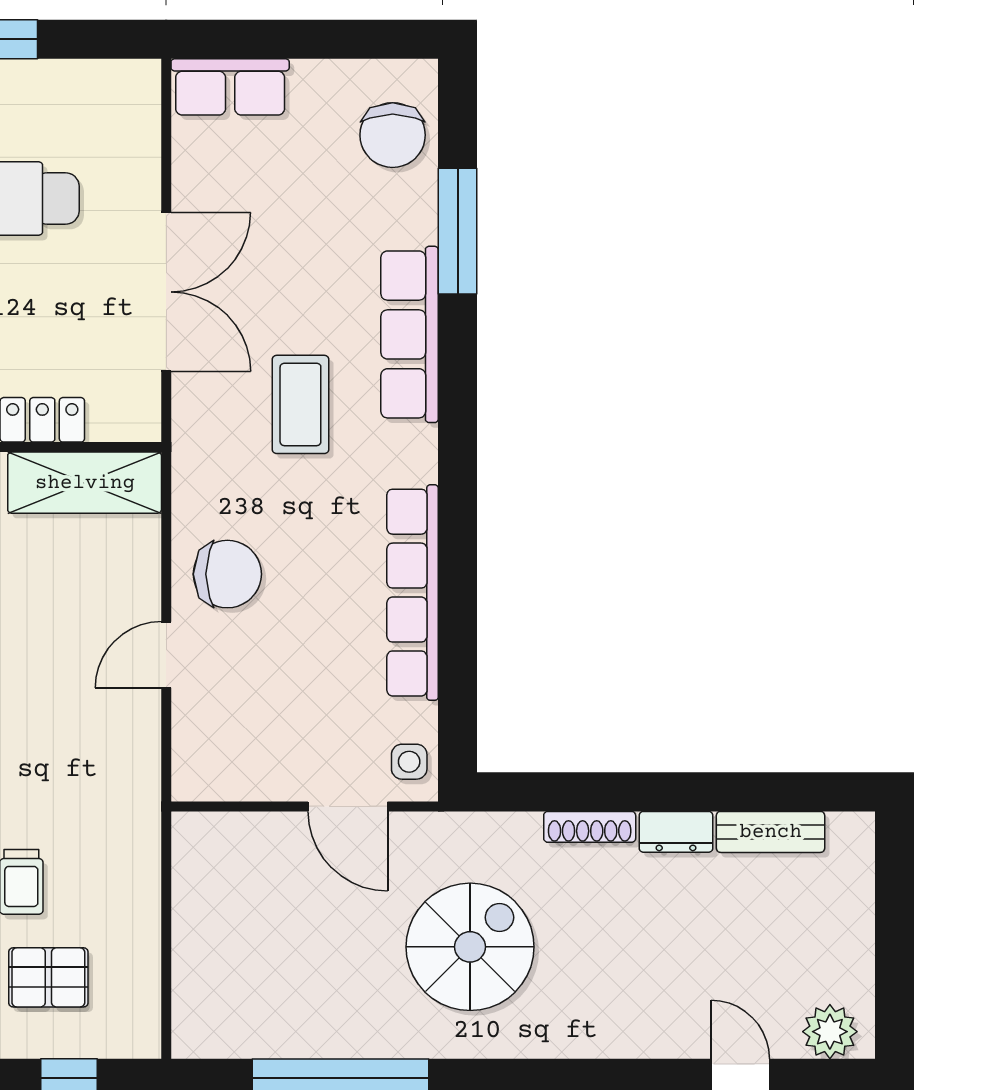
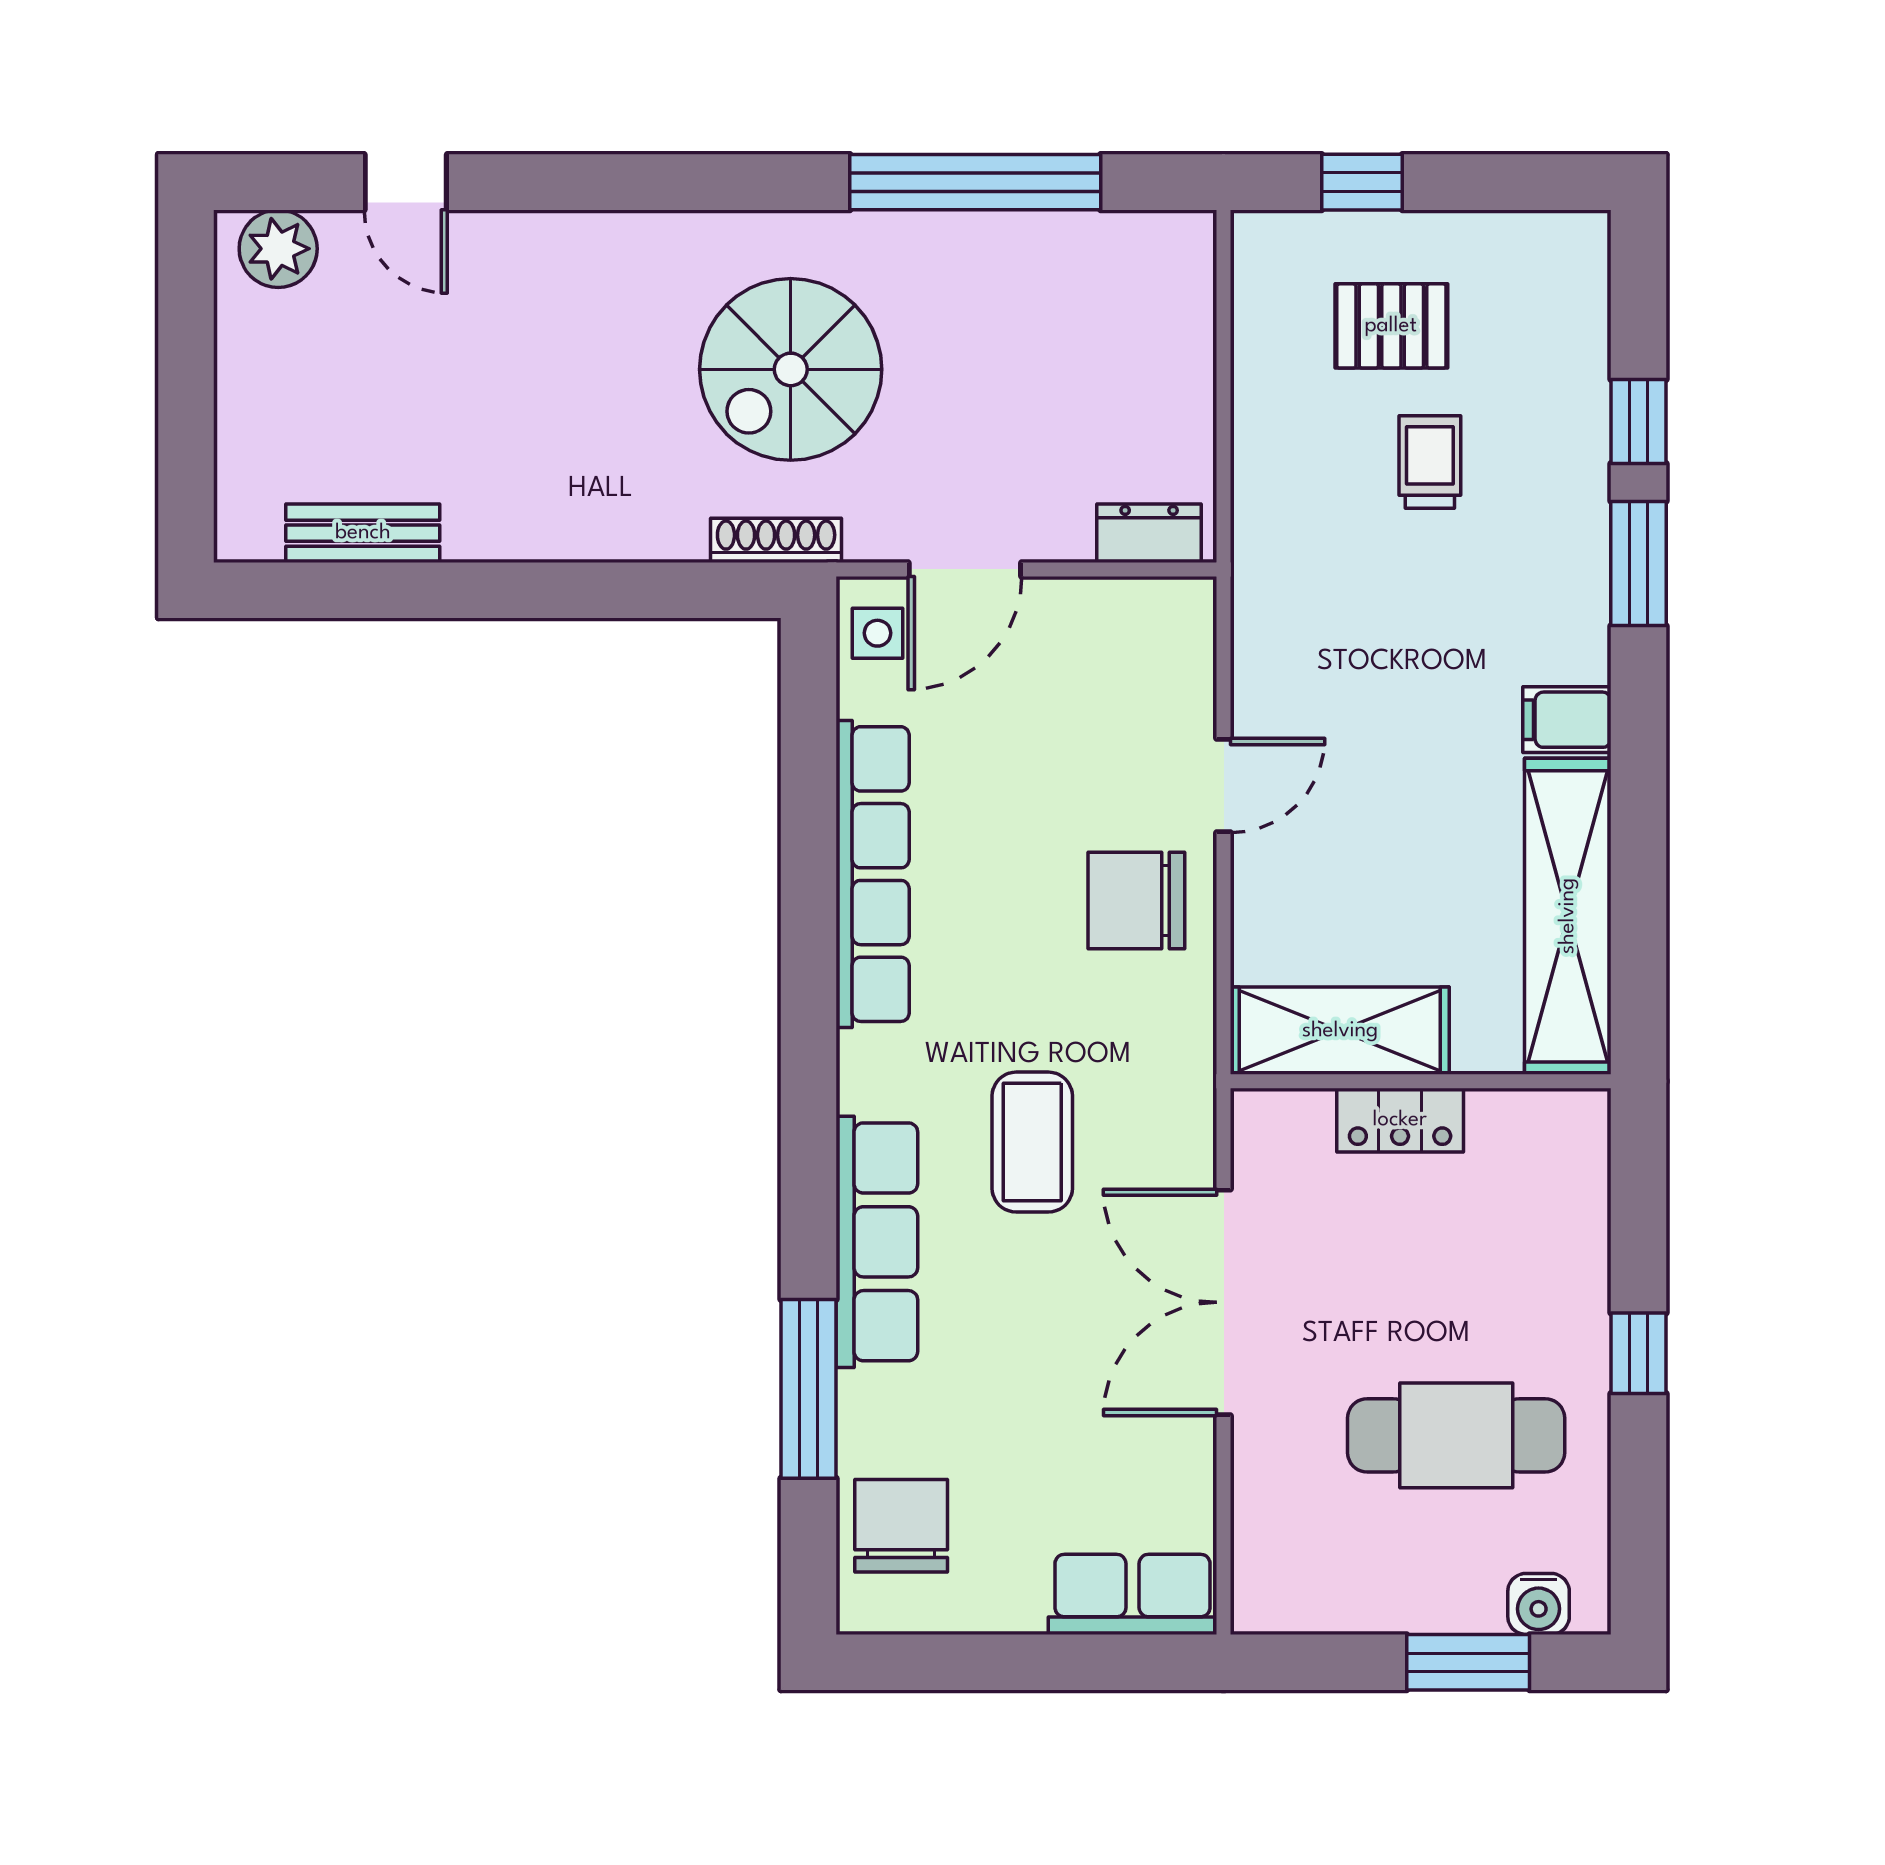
door: (348, 806) -> (965, 569), swing flipped
shoe rack: (590, 827) -> (776, 540), moved
dresser: (676, 832) -> (1149, 533), moved

